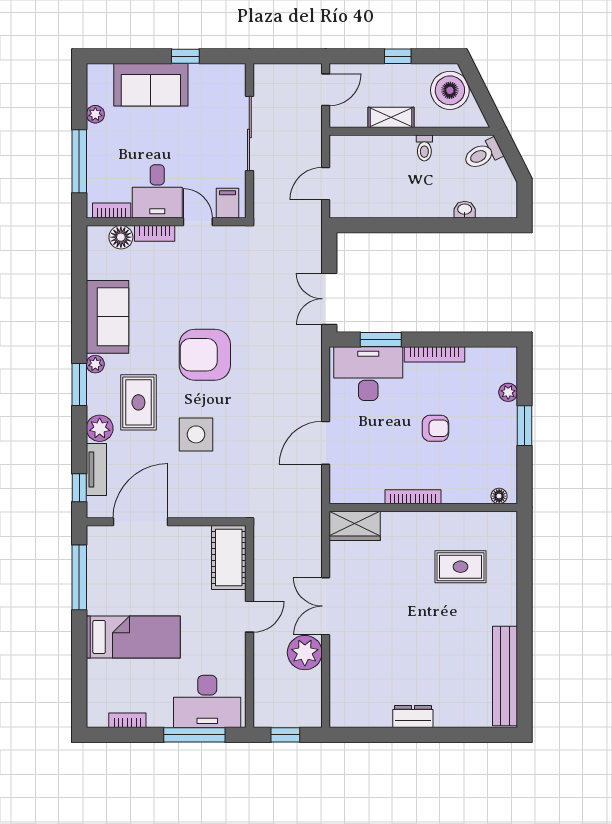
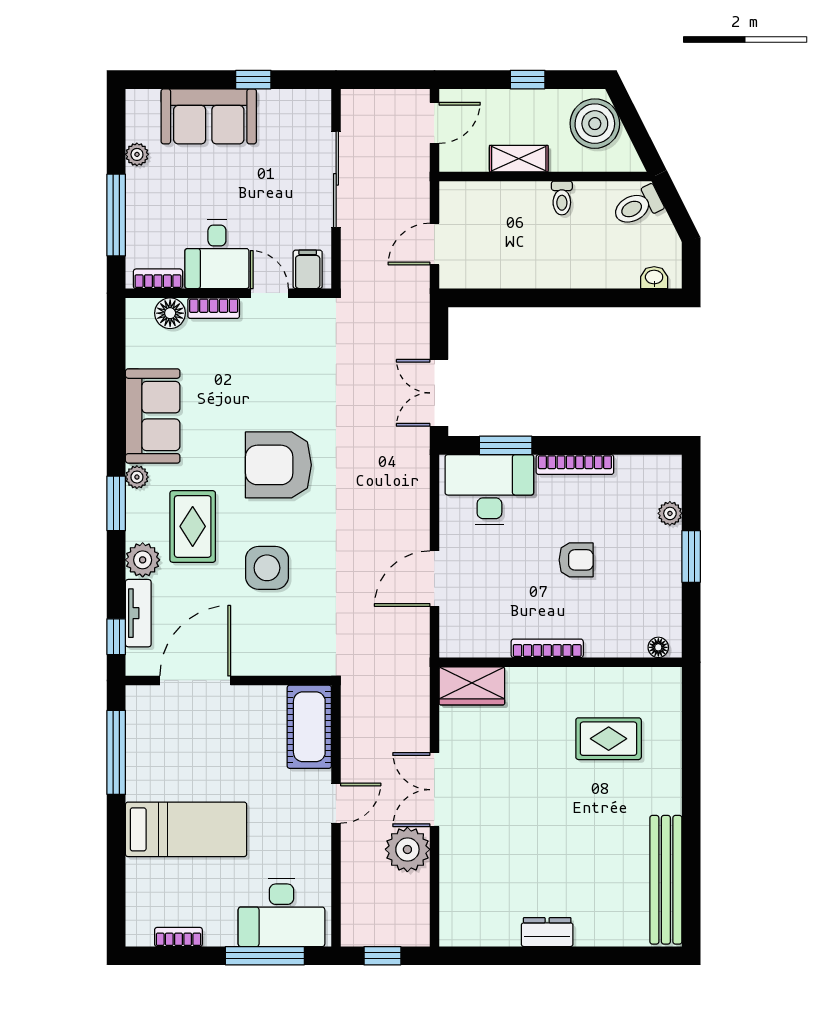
washbasin: (465, 210) -> (654, 278), moved

